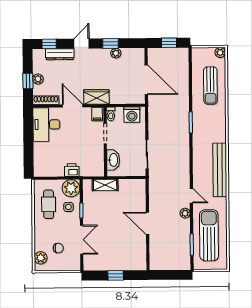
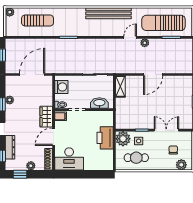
window: (28, 81) -> (20, 174), moved
printer: (72, 170) -> (105, 138), width x1.87, depth x1.48
shelving: (105, 185) -> (120, 86), moved

